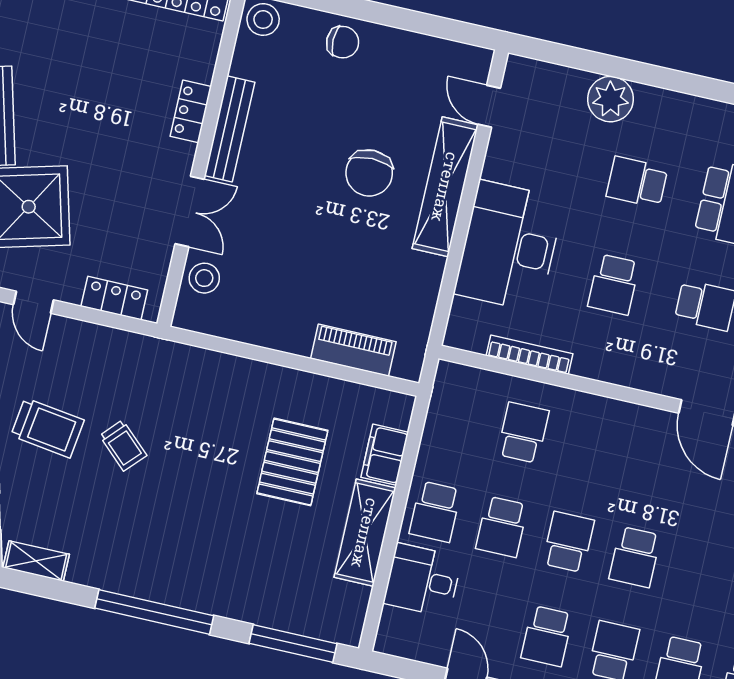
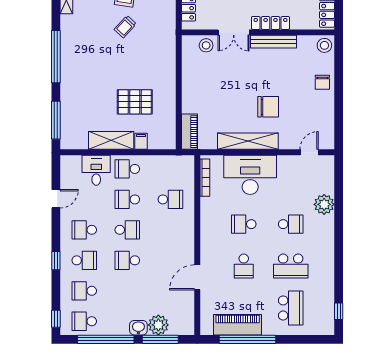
locker: (191, 111) -> (271, 23), width x1.53
chair: (369, 173) -> (268, 107), turned 180
school desk: (637, 182) -> (291, 224), turned 90
shelving: (445, 187) -> (248, 141), moved
piano: (353, 350) -> (189, 132), moved
bookcase: (529, 355) -> (205, 178), moved
filing cabinet: (385, 455) -> (141, 141), width x0.50

